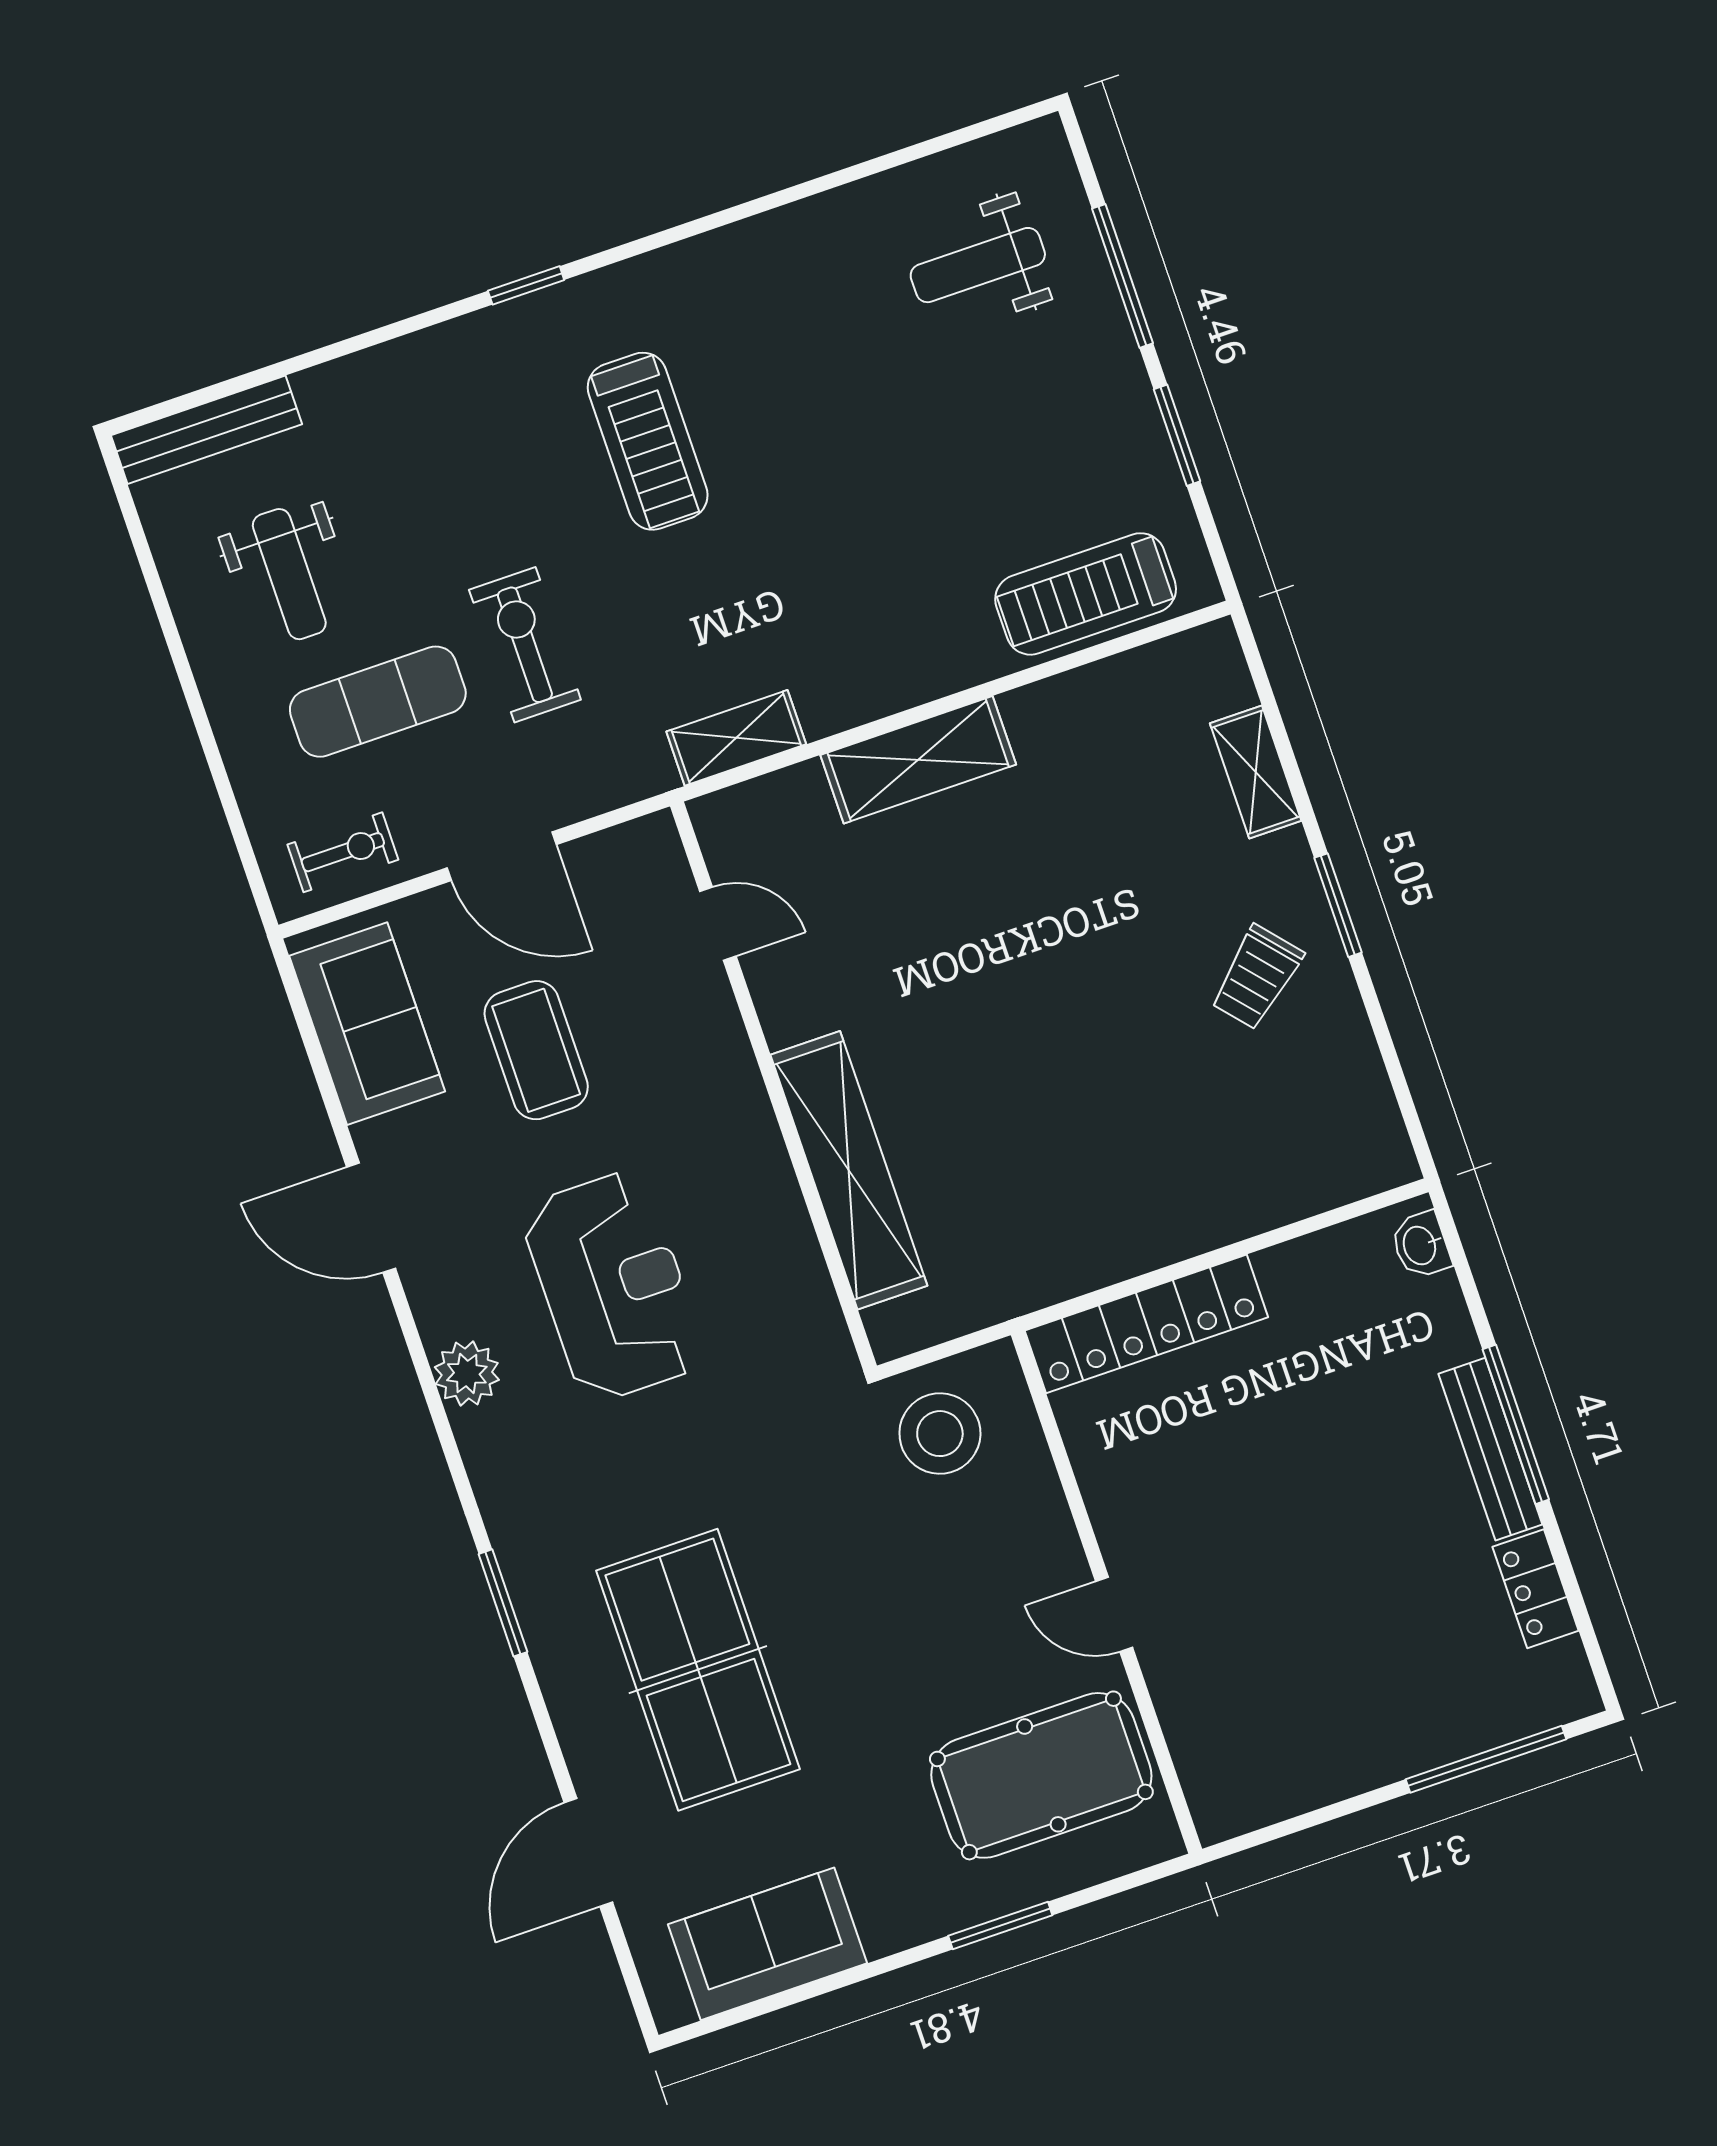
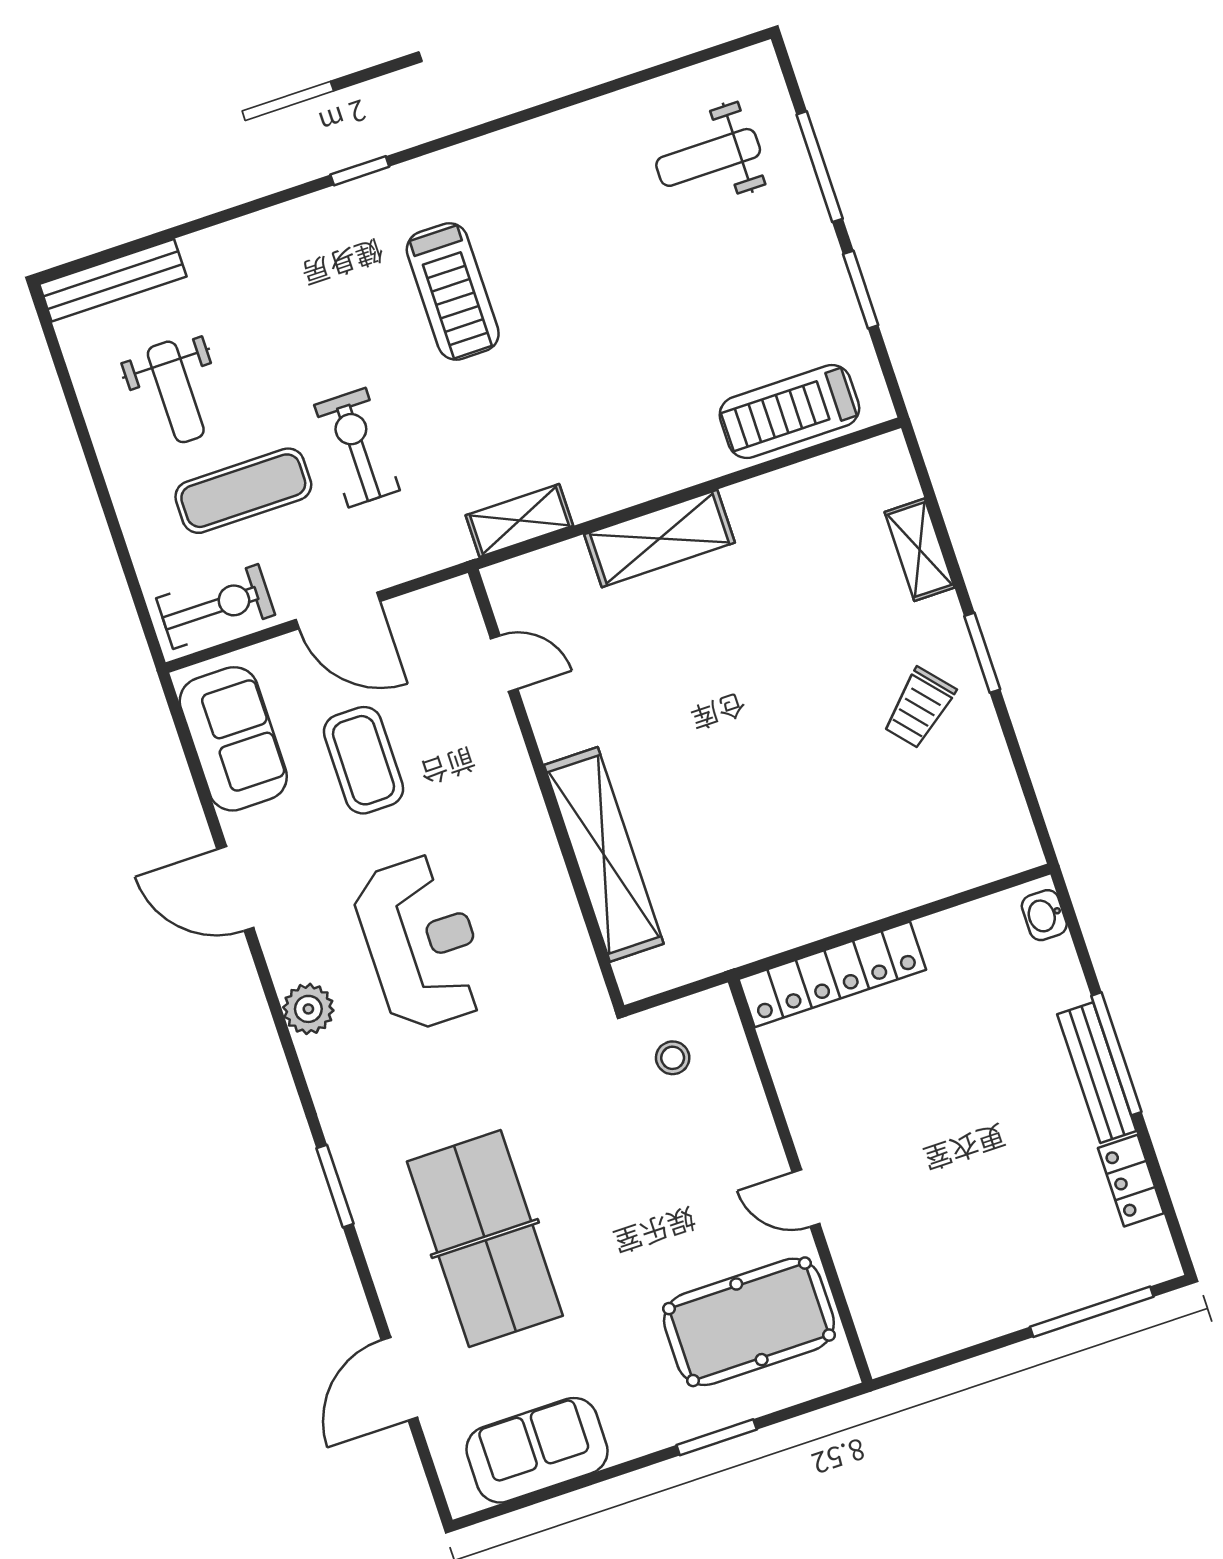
exercise bike: (343, 852) -> (216, 607), width x1.38, depth x1.39
stool: (940, 1434) -> (673, 1058), width x0.53, depth x0.53

